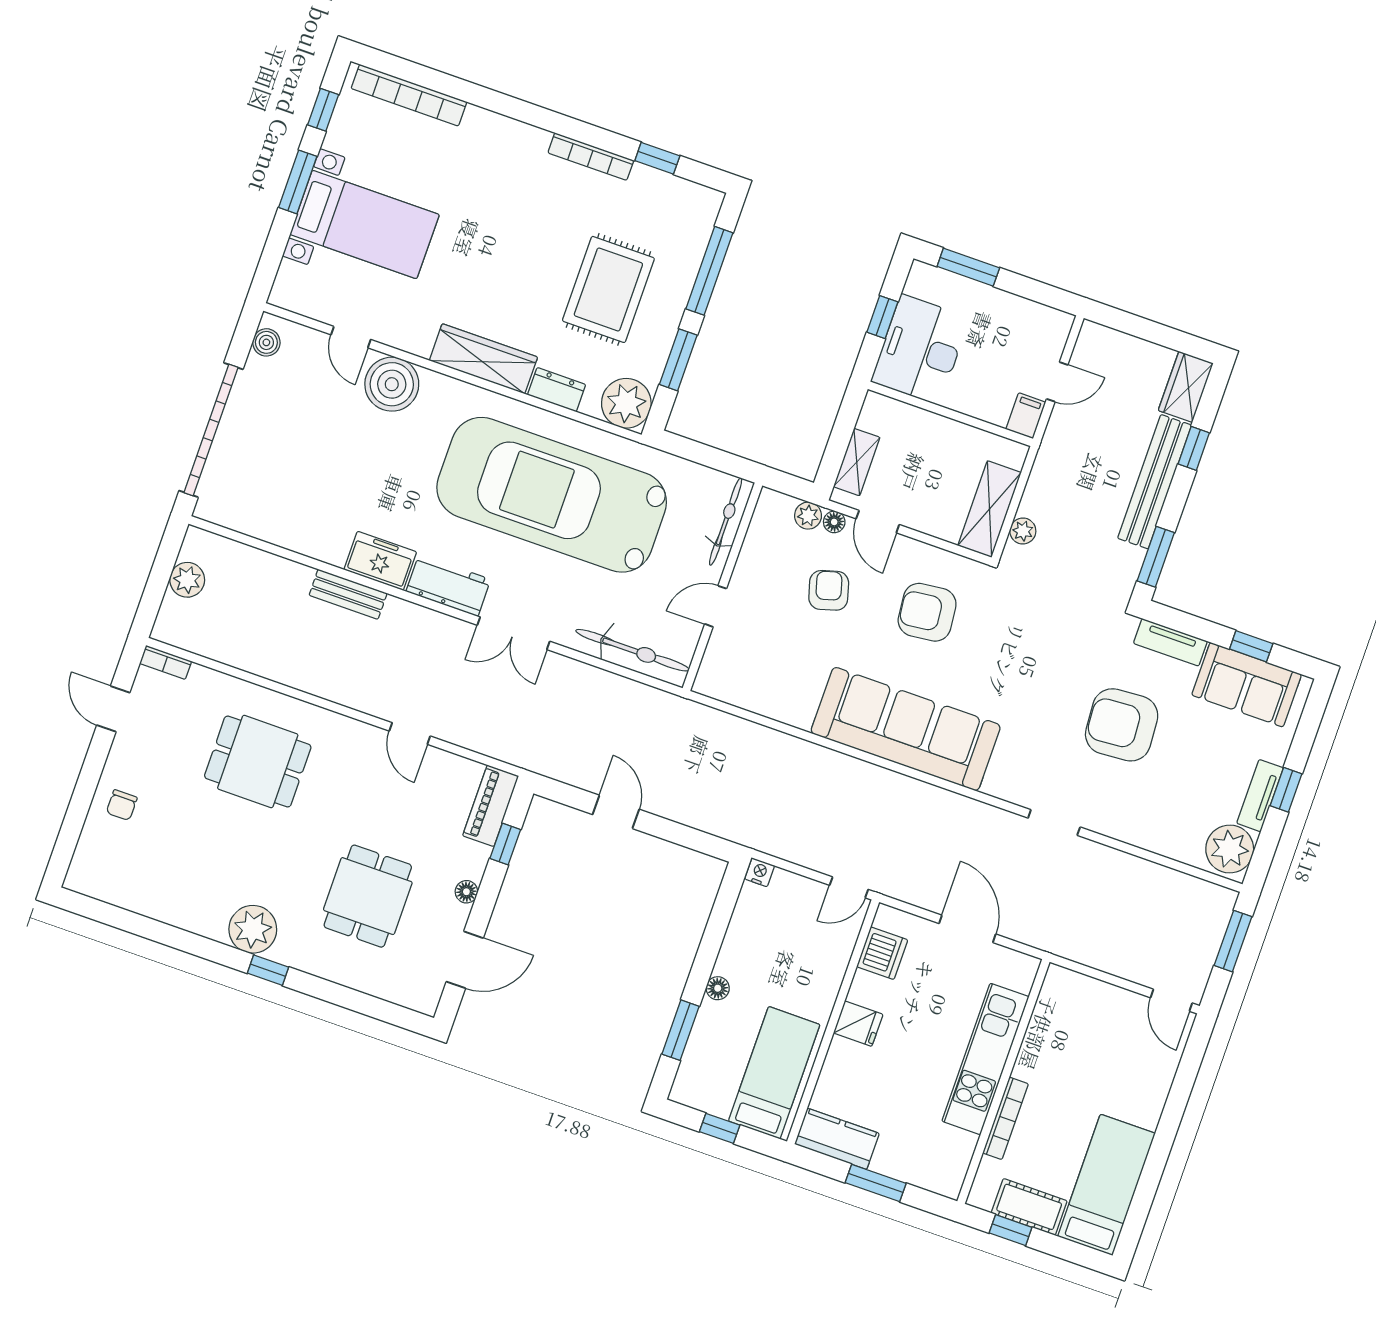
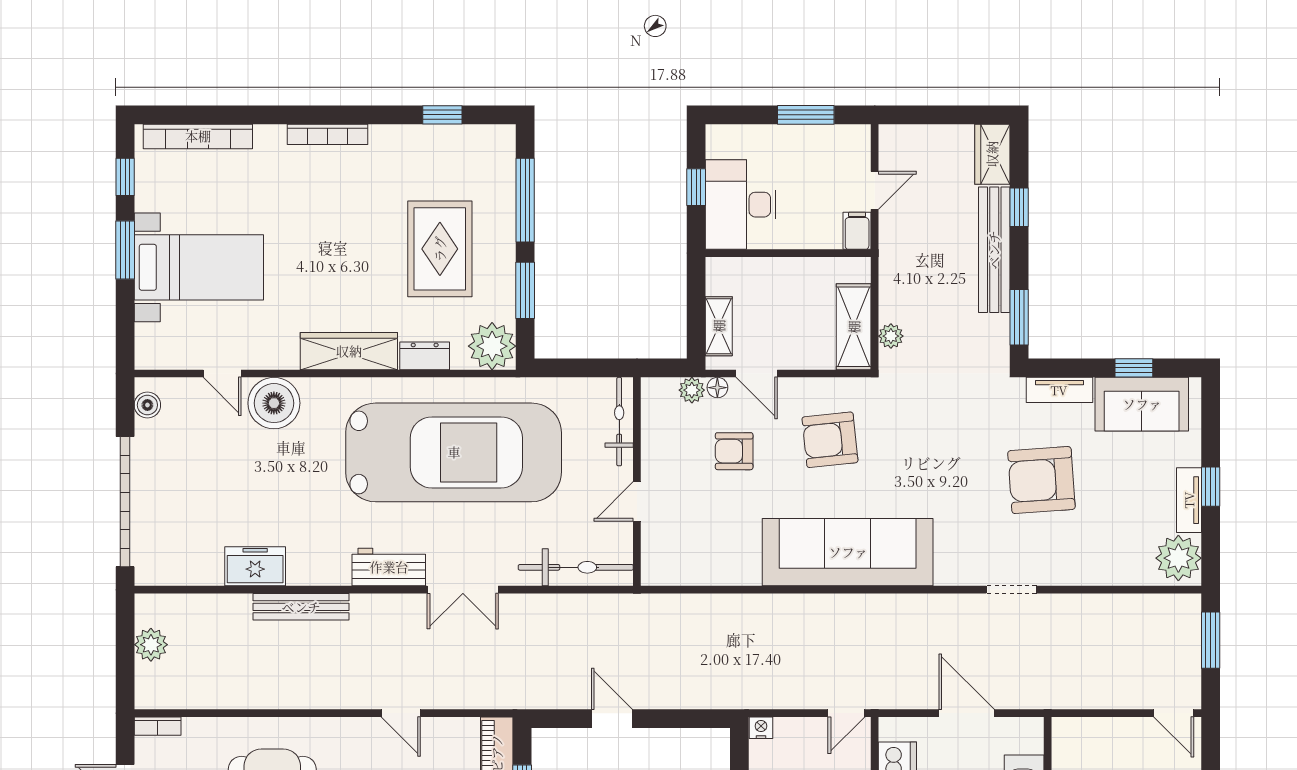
bookcase: (591, 157) -> (328, 134), moved
window: (968, 267) -> (806, 115), moved
car: (552, 495) -> (454, 452), turned 180
freezer: (380, 561) -> (255, 566), moved
armchair: (829, 590) -> (734, 451), turned -74
bench: (348, 594) -> (301, 607), width x1.36

